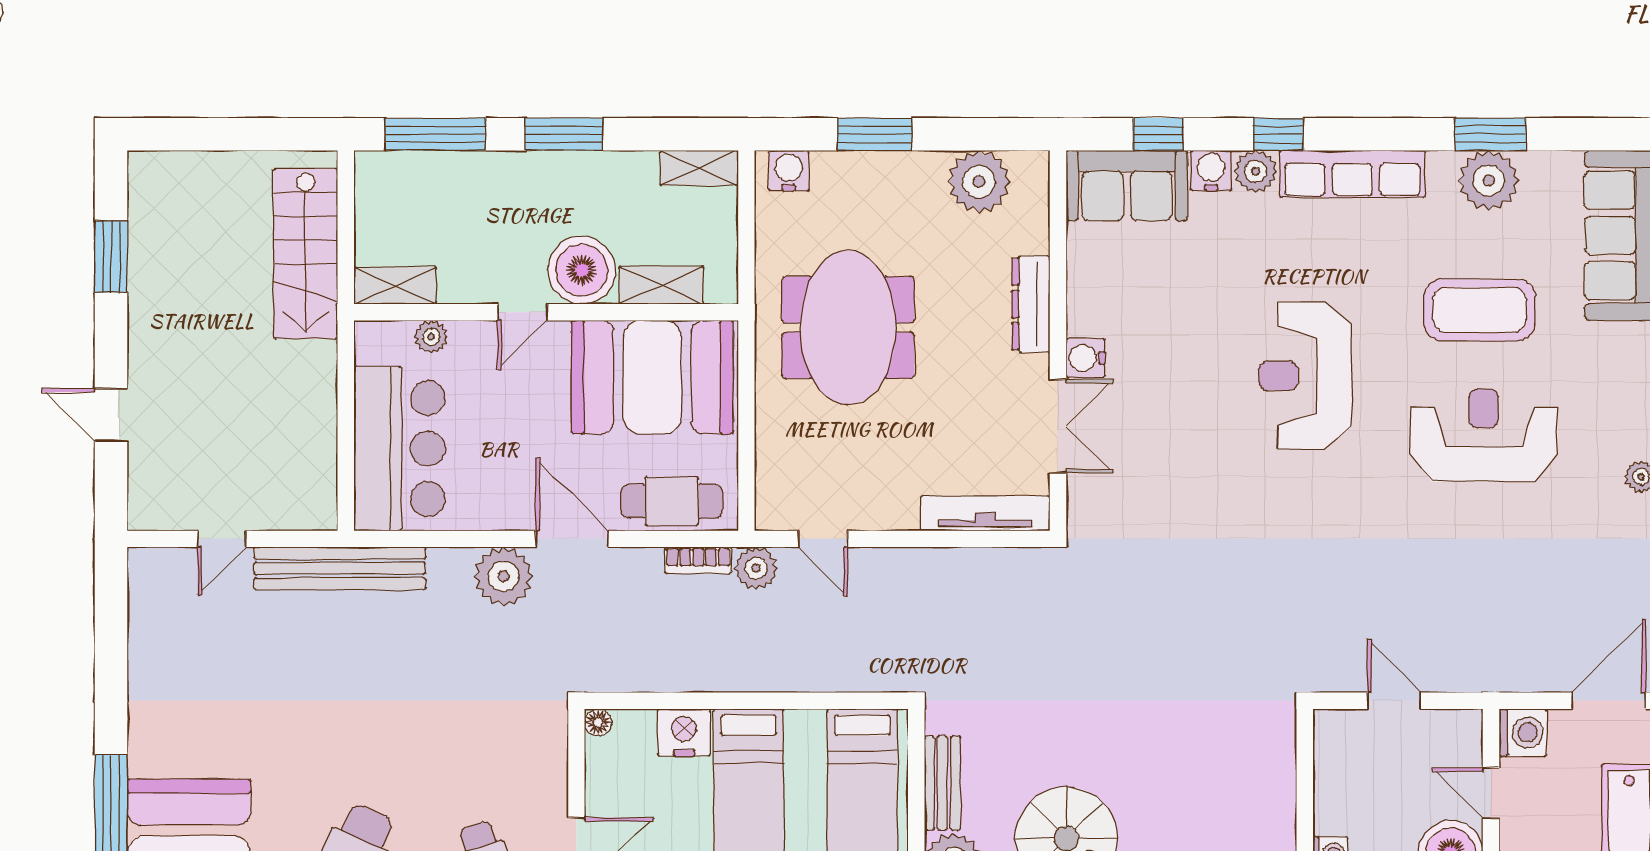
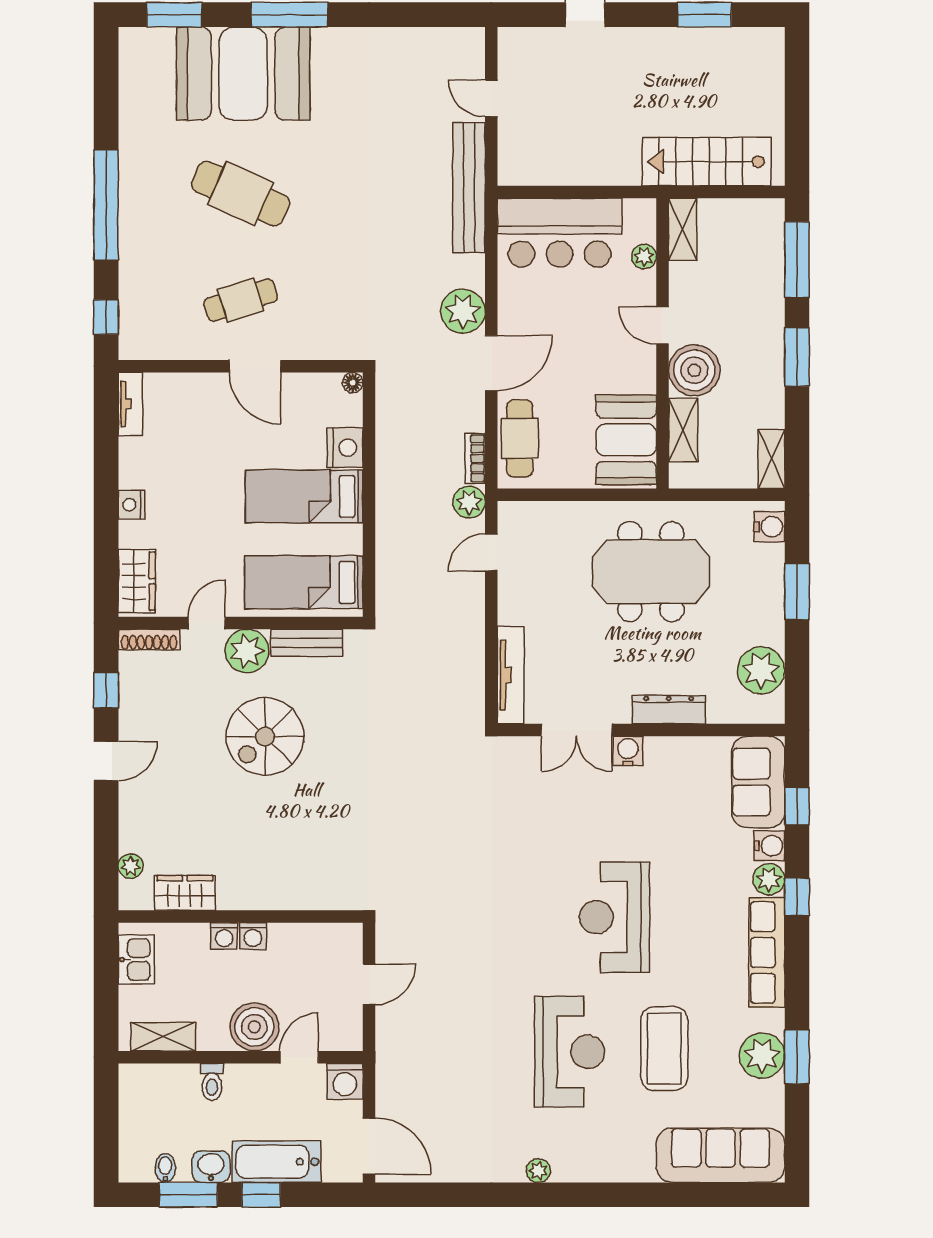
reception desk: (1306, 376) -> (614, 917), turned -90
booth: (652, 377) -> (626, 440), width x0.73, depth x0.70

